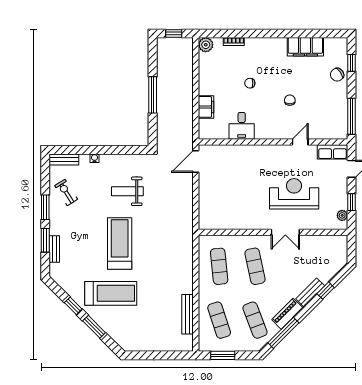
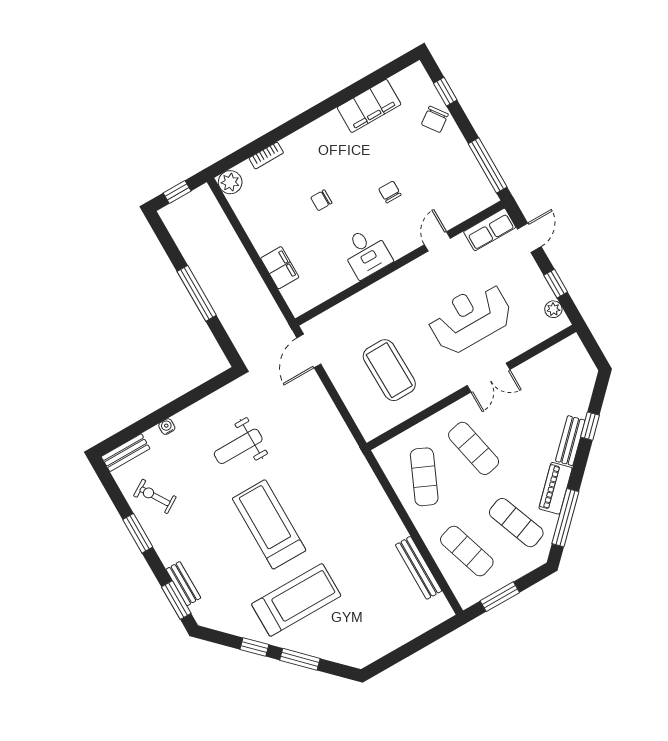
desk: (242, 126) -> (366, 253), moved
coffee table: (234, 197) -> (389, 370), added
window: (45, 240) -> (176, 600), moved
exercise mat: (219, 266) -> (424, 477), turned 30

